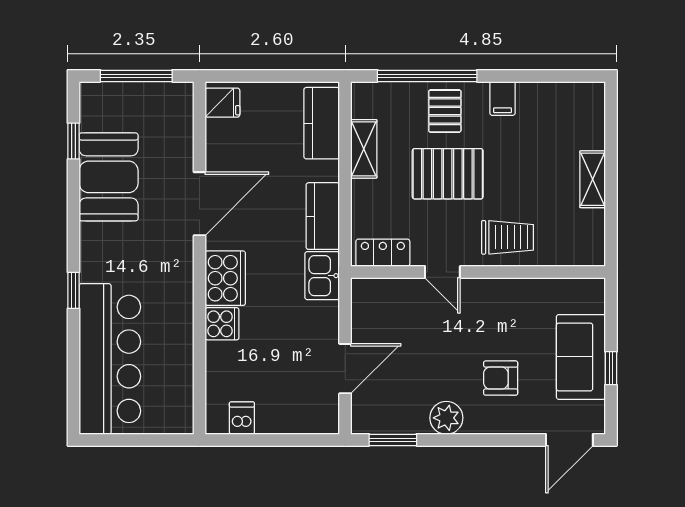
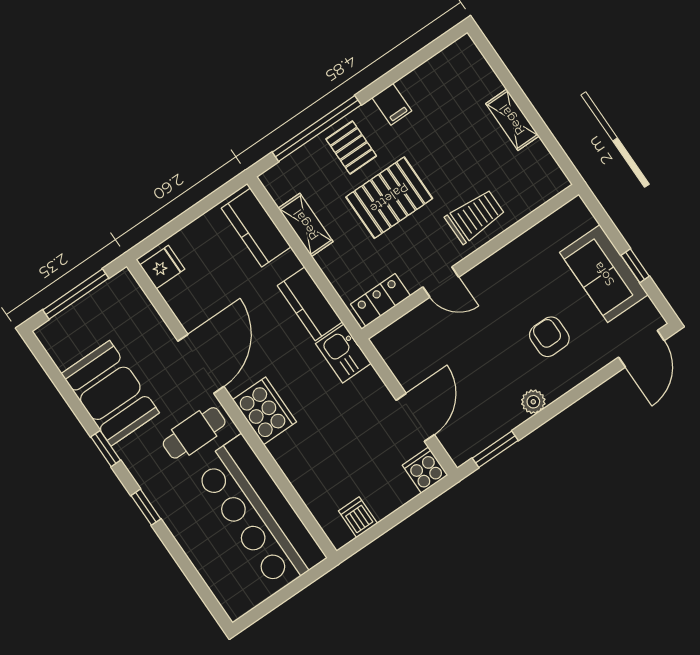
window: (74, 141) -> (106, 449), moved
cafe table: (155, 257) -> (194, 433), added
cooker: (222, 324) -> (425, 470), moved, turned -90
bar counter: (110, 359) -> (259, 513), moved, turned 180
armchair: (501, 378) -> (549, 337), turned 90
plant: (446, 418) -> (533, 402), width x0.73, depth x0.73

